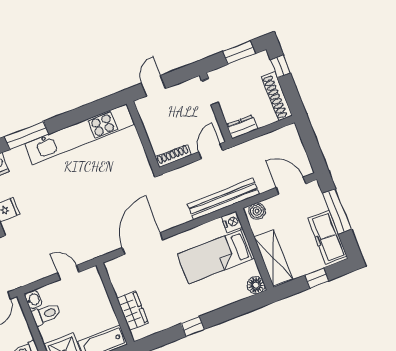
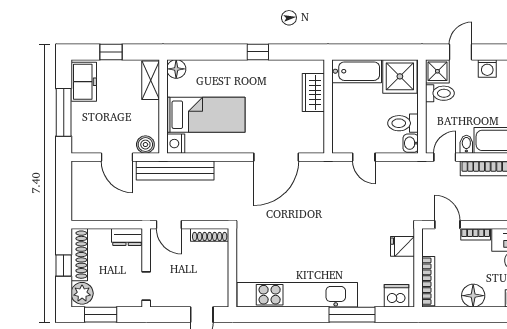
plant: (262, 64) -> (82, 293), added
window: (280, 66) -> (64, 266), moved
door: (211, 151) -> (169, 225), hinge flipped
door: (291, 186) -> (117, 157), moved
freezer: (327, 237) -> (84, 82), width x0.71
shelving: (273, 258) -> (151, 80), width x0.67, depth x0.75

